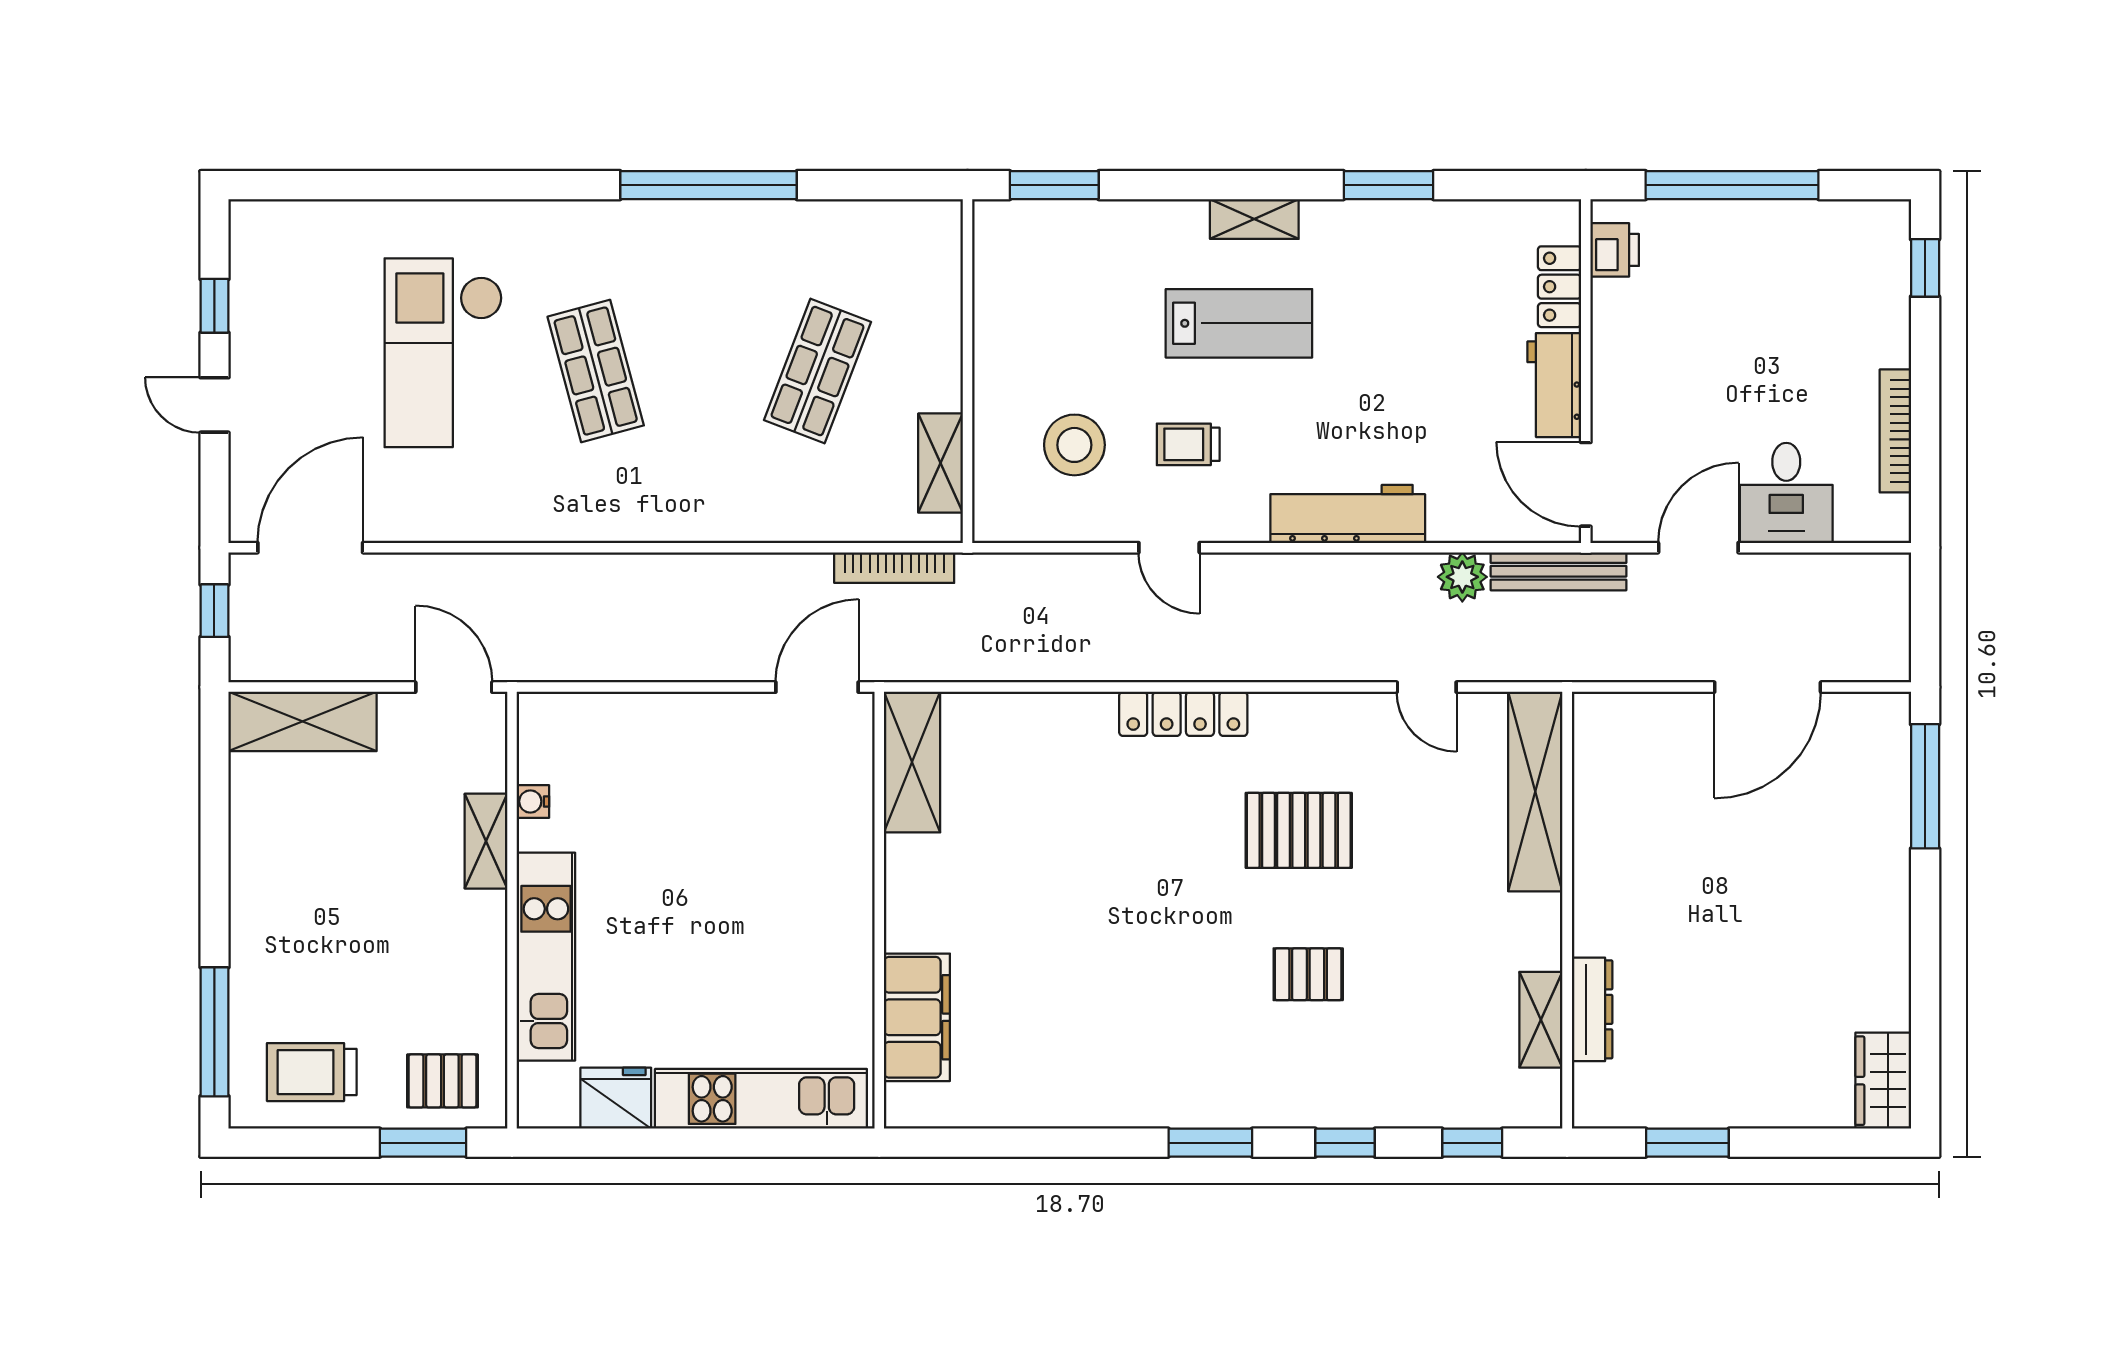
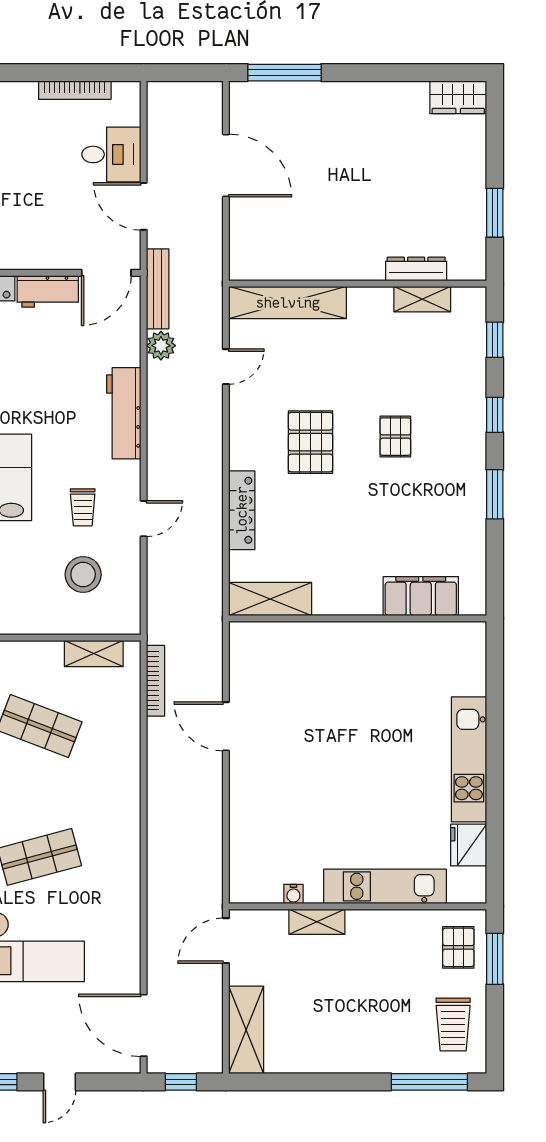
shelving: (912, 762) -> (270, 599), moved
wall: (879, 910) -> (358, 618), moved
filing cabinet: (917, 1017) -> (421, 596), moved

